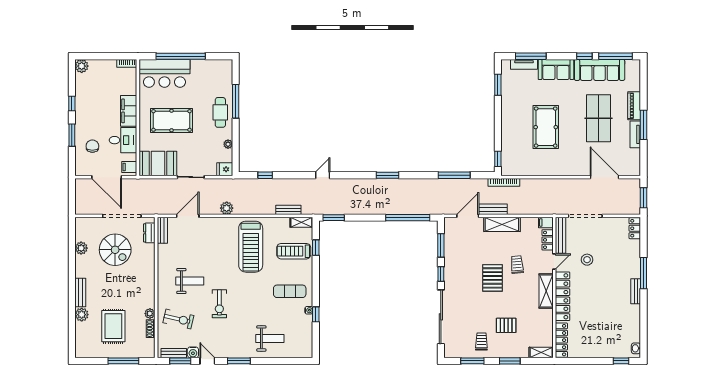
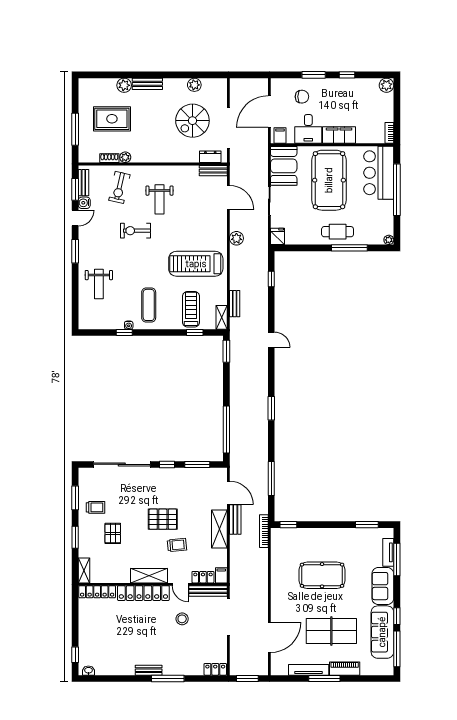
pool table: (172, 120) -> (329, 180), width x1.36, depth x1.32
tv unit: (635, 134) -> (309, 670), width x1.41
plant: (228, 144) -> (389, 240), moved

